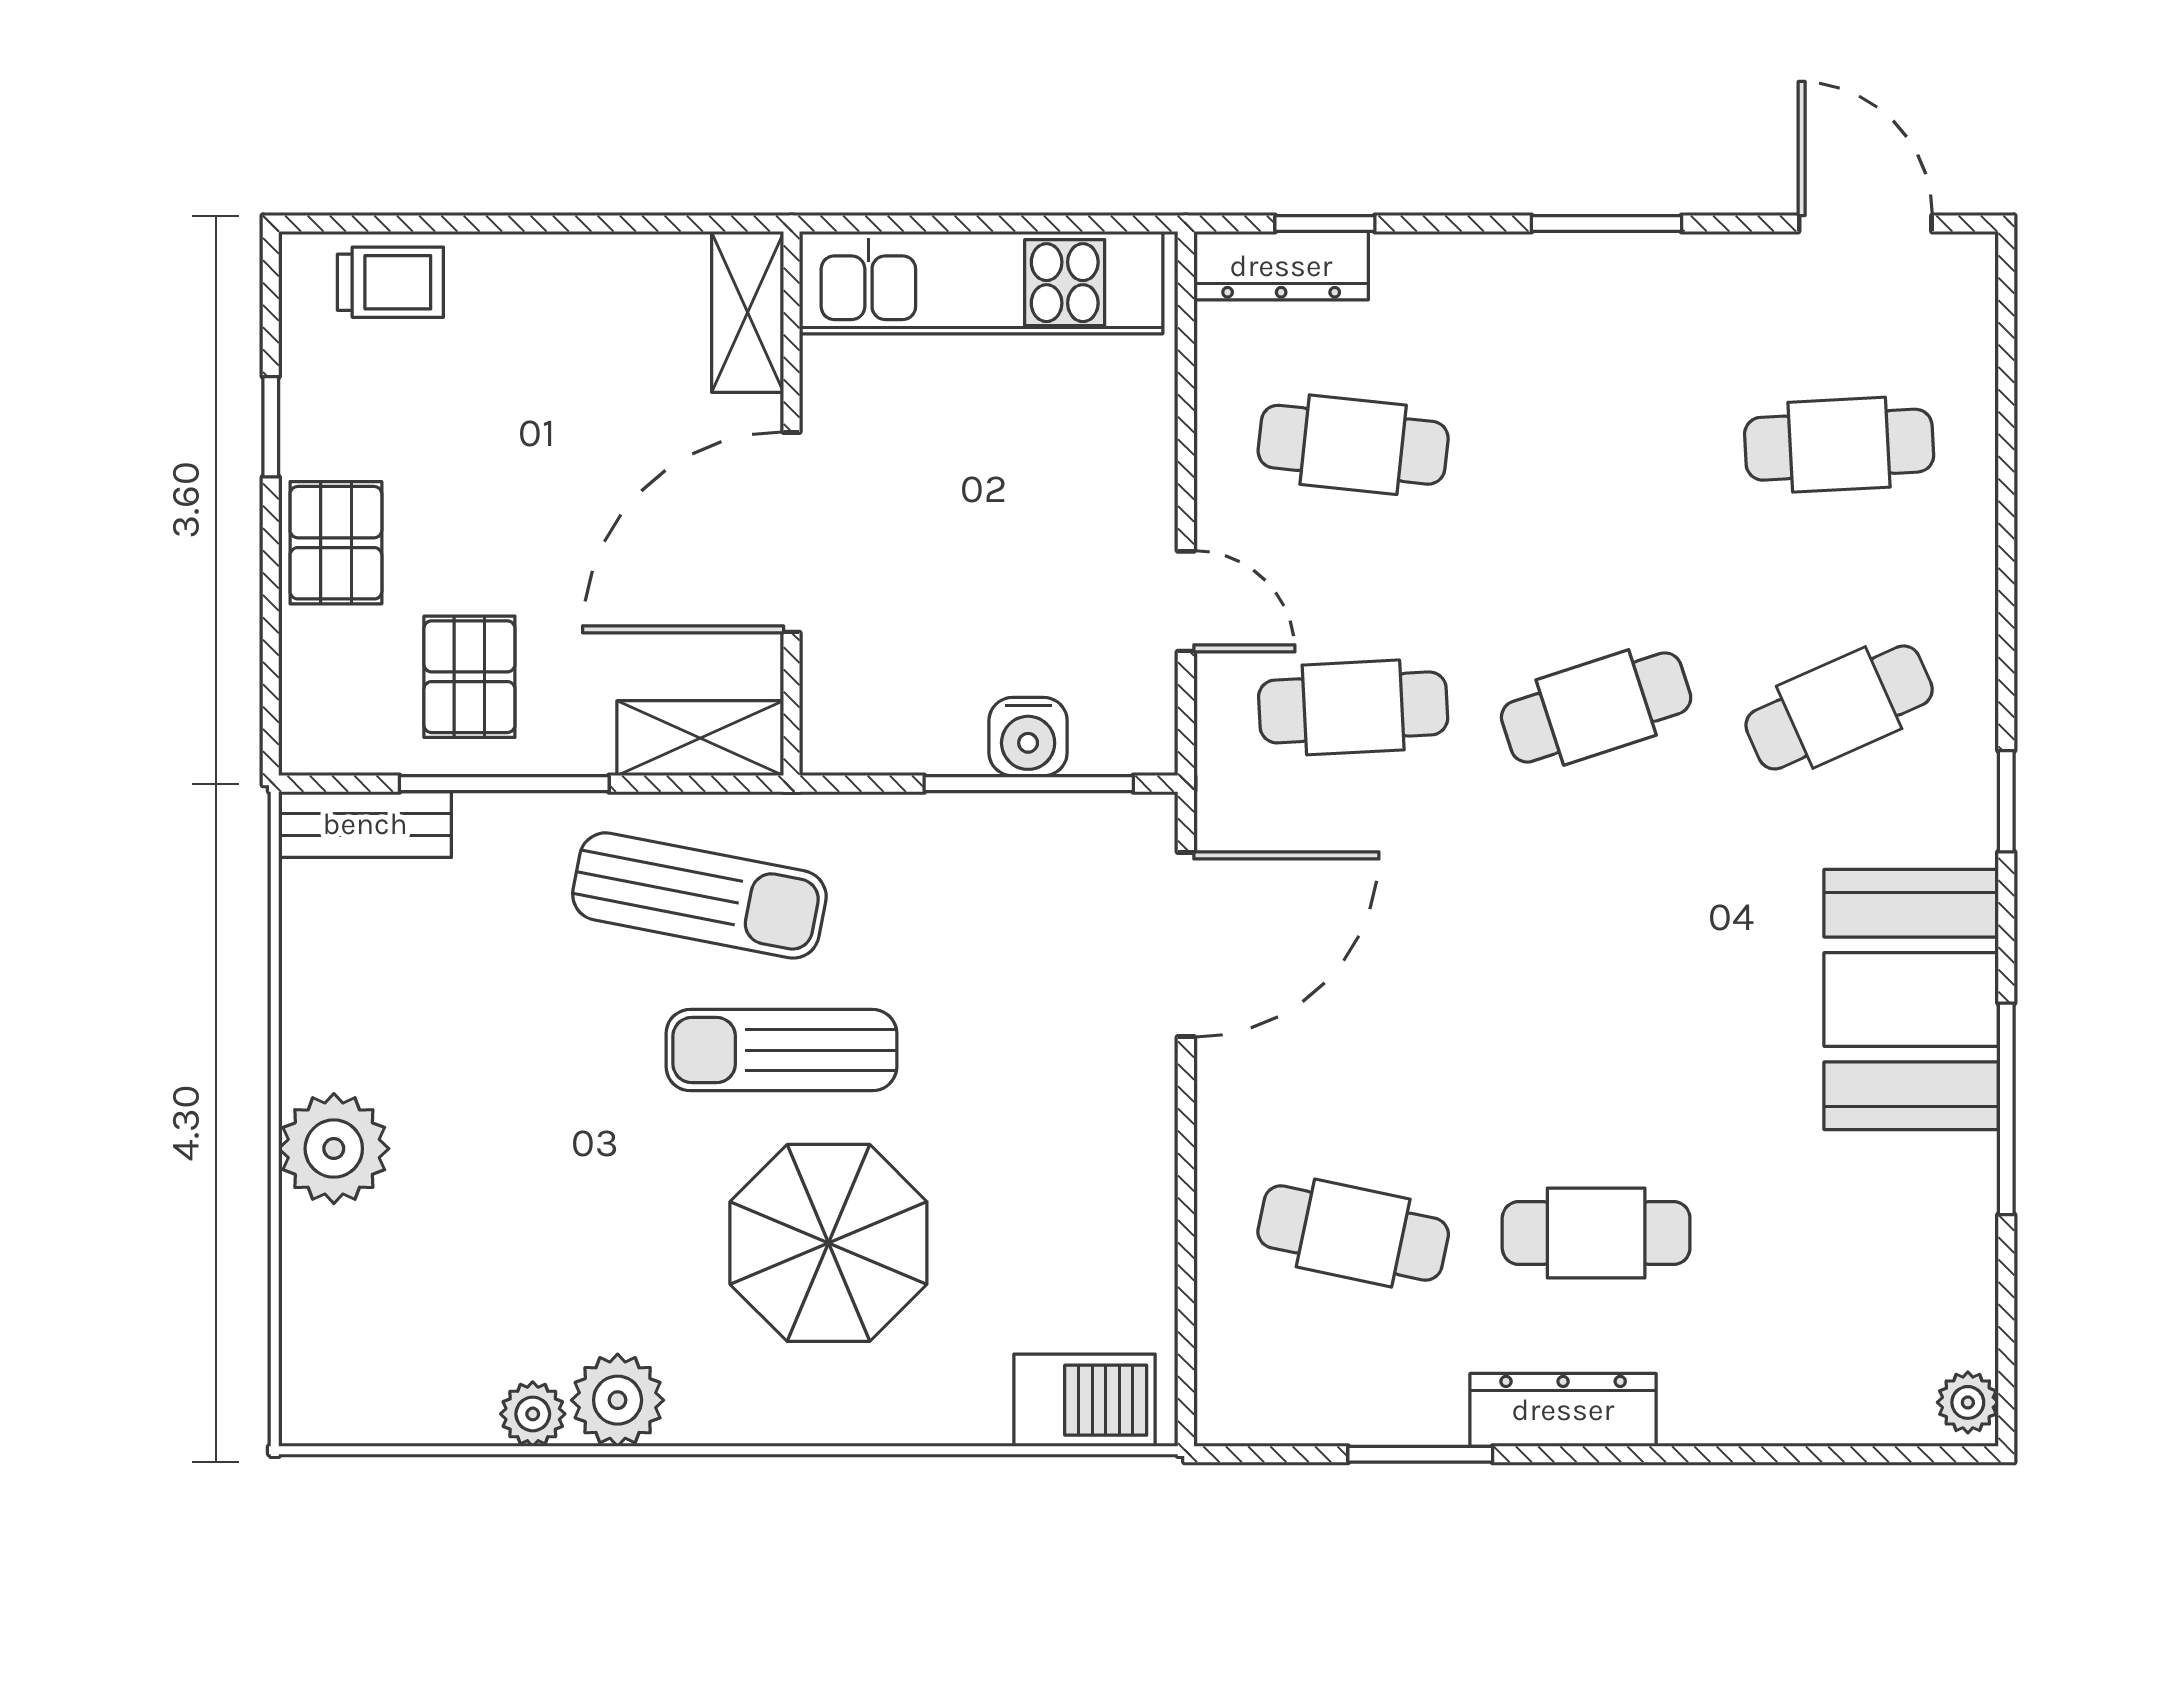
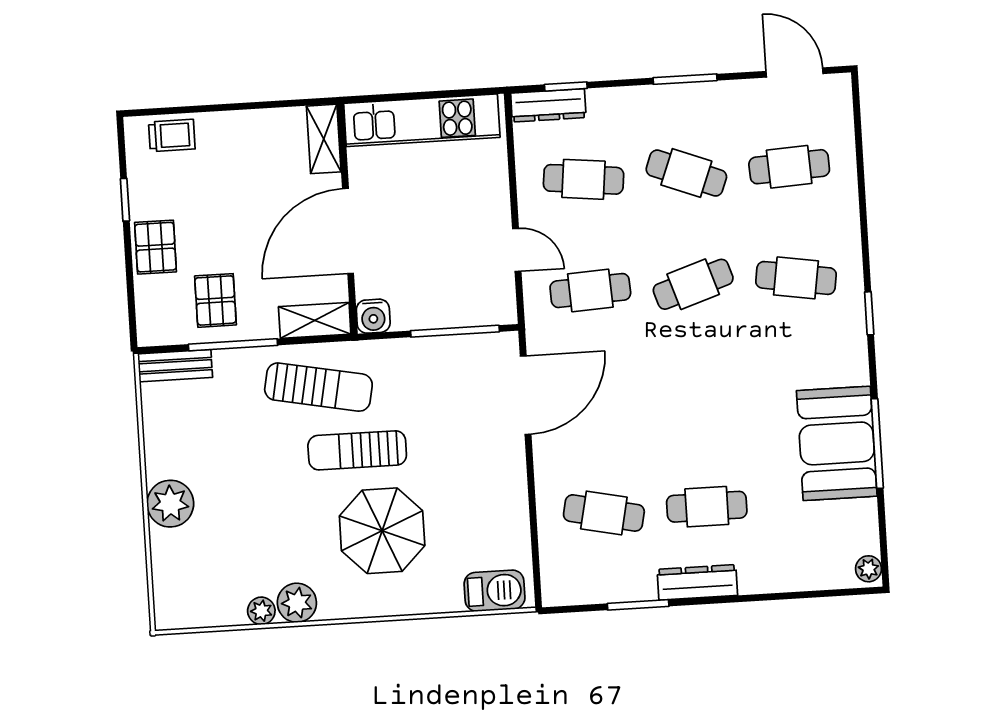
cafe table: (1596, 445) -> (686, 173), added
cafe table: (1839, 707) -> (796, 278), turned 33
water cooler: (1028, 737) -> (373, 316), moved
booth: (1911, 999) -> (837, 443), moved

